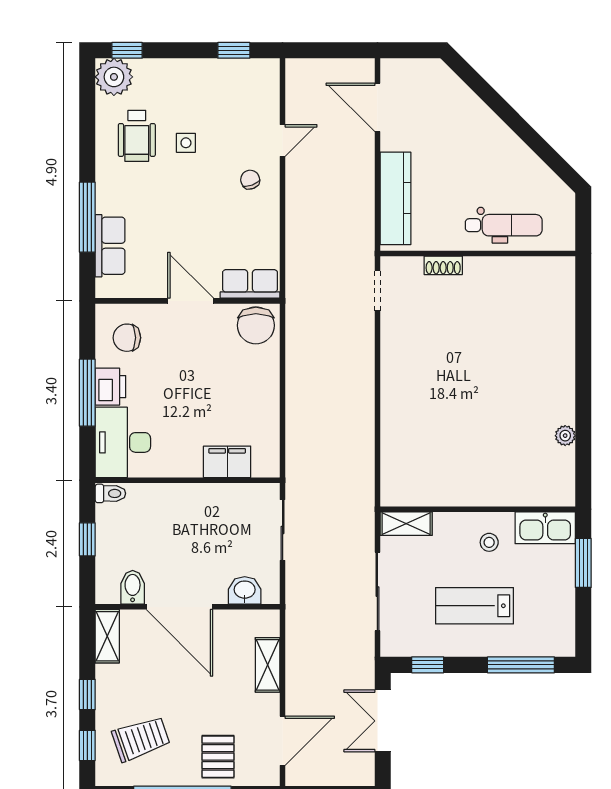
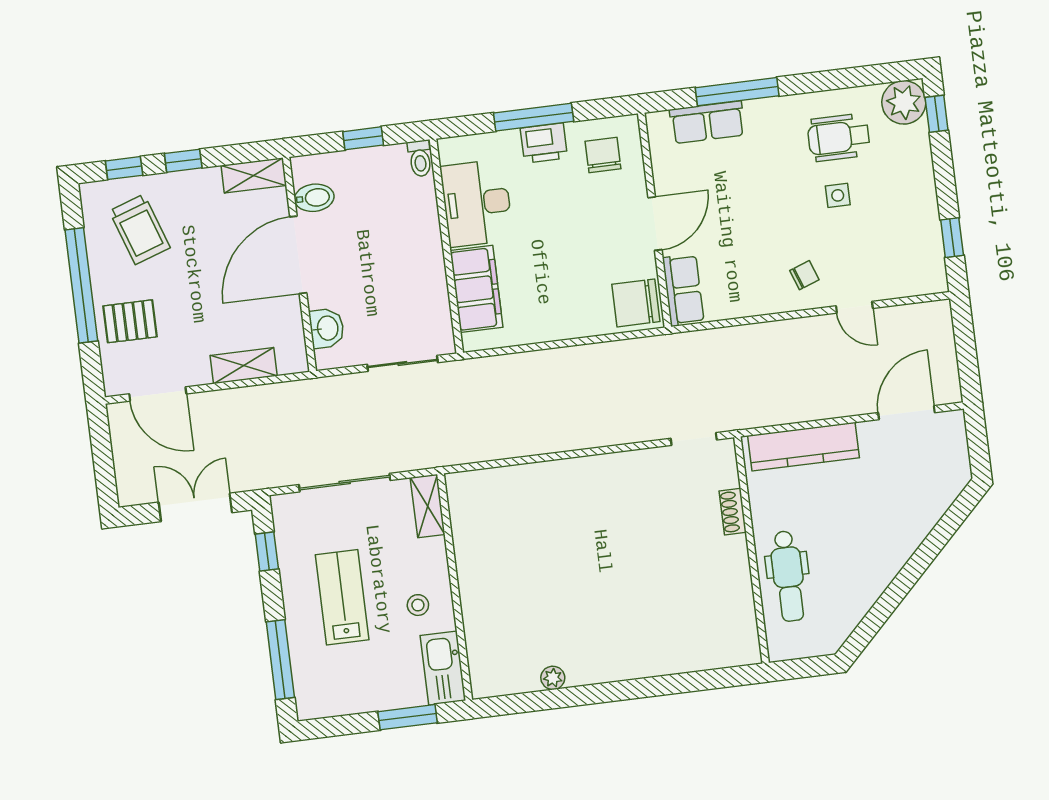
desk: (123, 442) -> (477, 203), moved, turned -90
filing cabinet: (227, 462) -> (476, 289), width x1.50, depth x1.17

